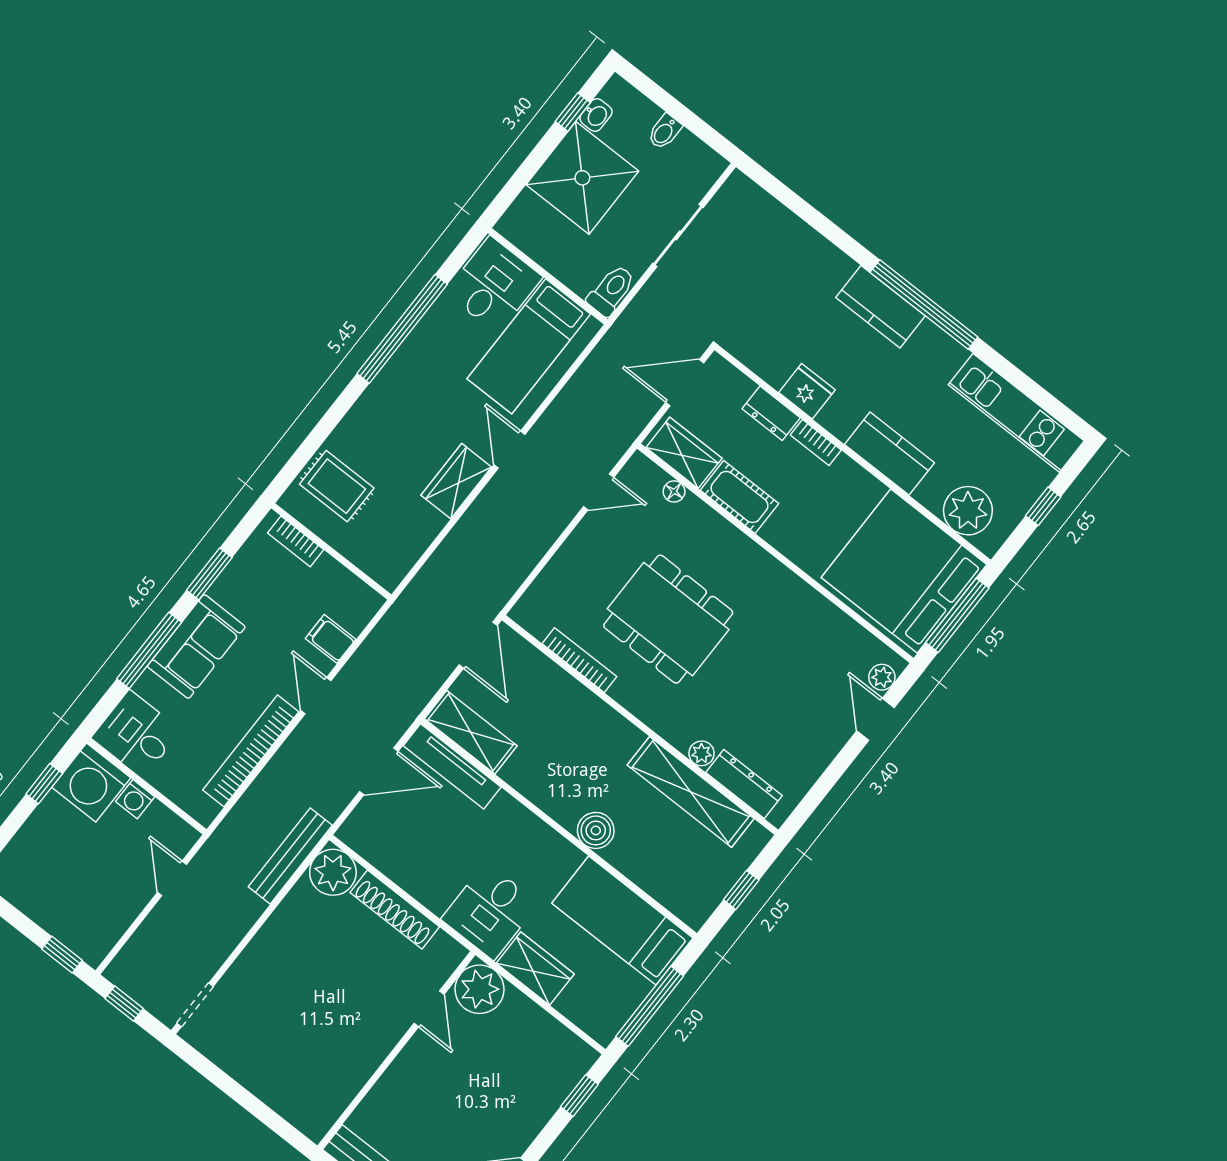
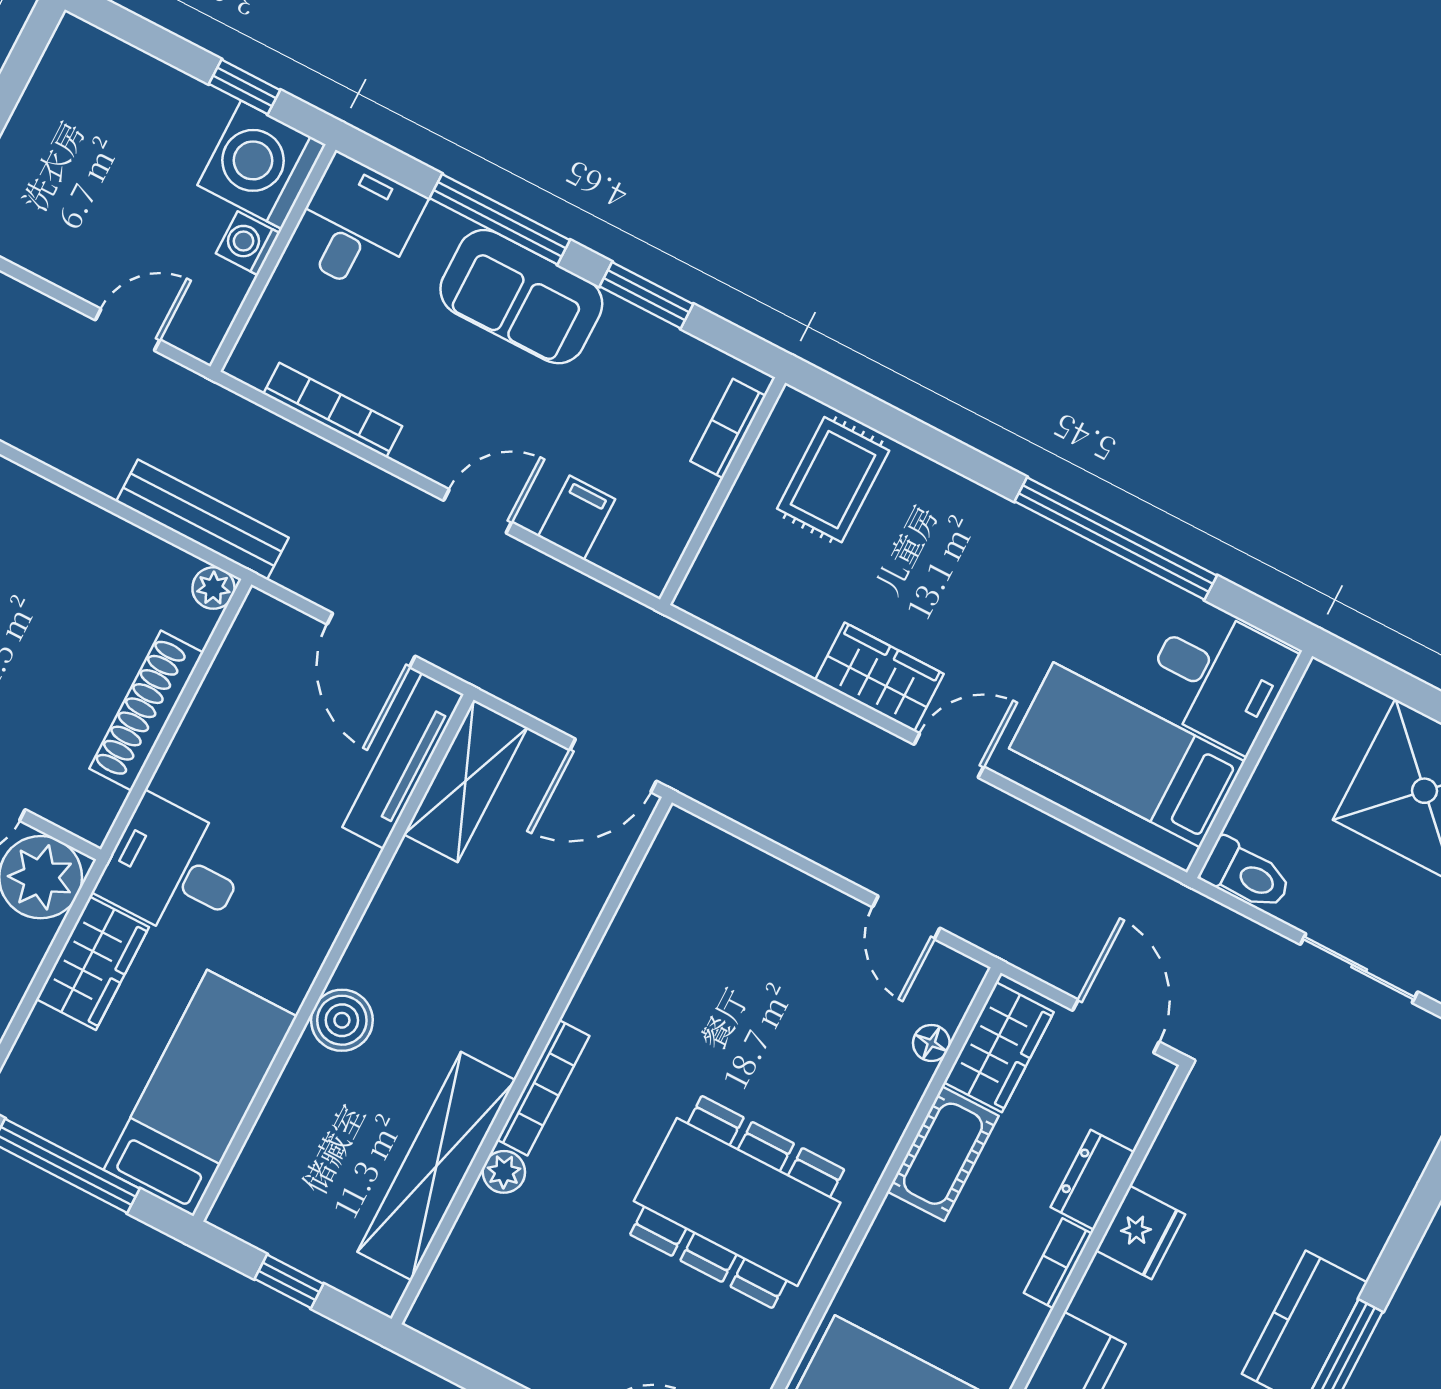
dining table: (668, 619) -> (737, 1202), moved, turned 90
bookcase: (579, 660) -> (543, 1088), moved
bookcase: (251, 751) -> (333, 410), width x0.68, depth x0.76
dresser: (744, 784) -> (466, 1252), removed
plant: (333, 872) -> (213, 588), width x0.53, depth x0.53

